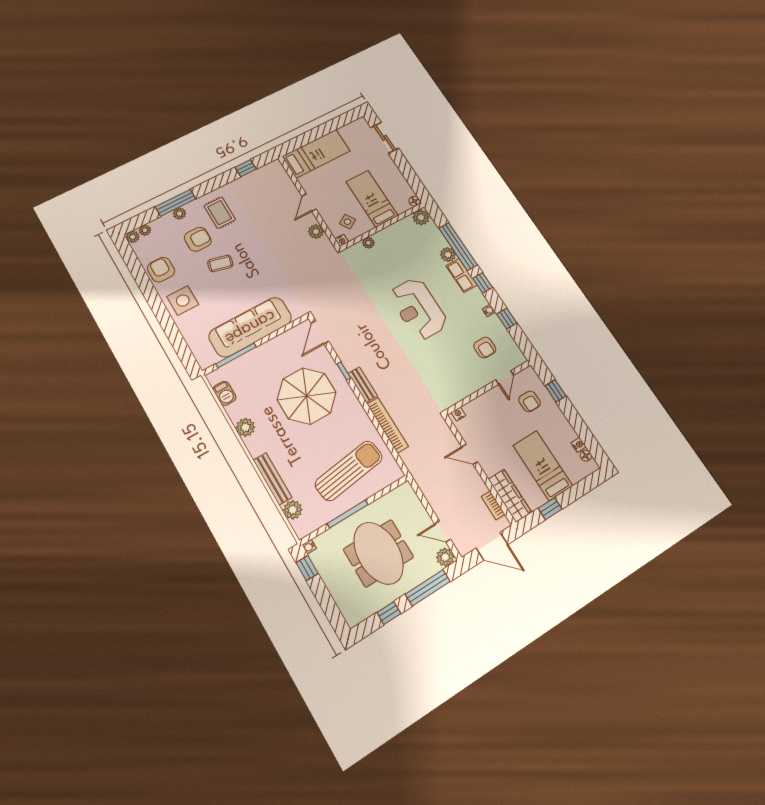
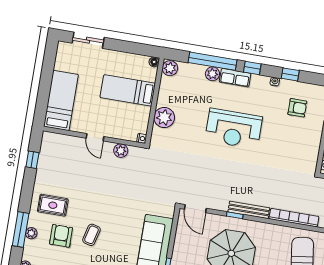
side table: (347, 222) -> (131, 123), removed
plant: (368, 243) -> (164, 118), width x1.88, depth x1.88
bench: (363, 385) -> (249, 210), width x1.36

